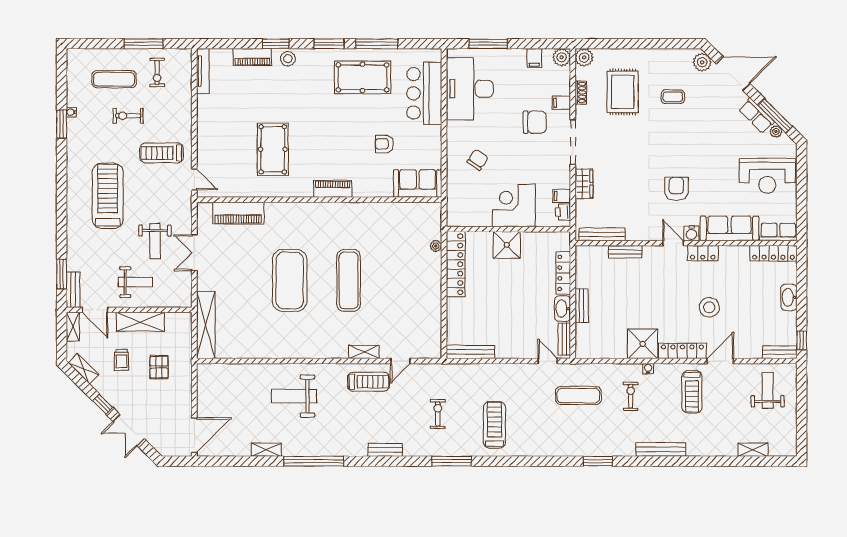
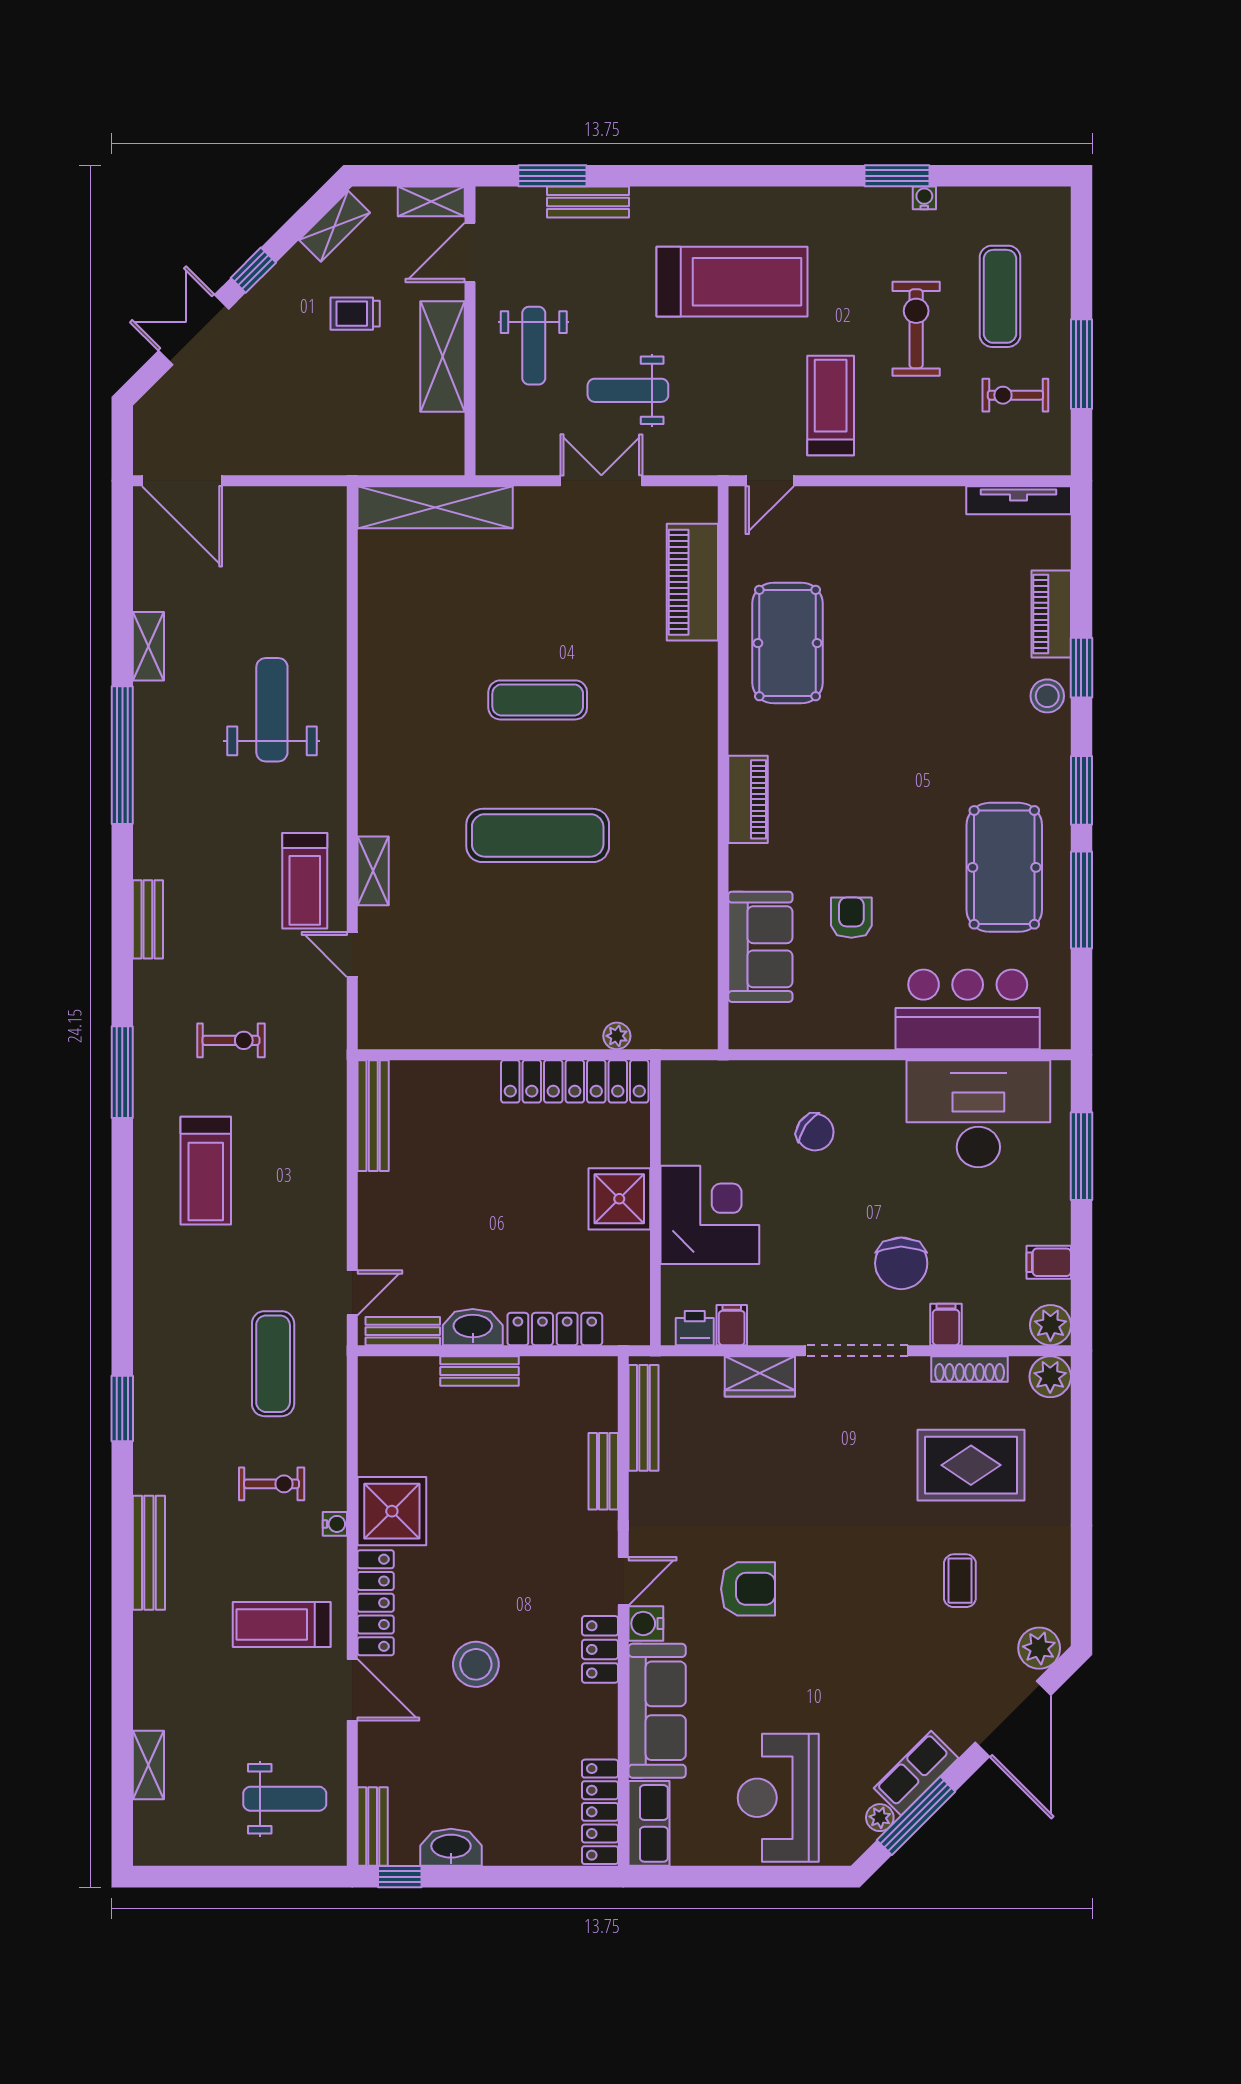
shoe rack: (581, 92) -> (970, 1369), width x1.43
exercise bike: (128, 116) -> (916, 329), width x1.38, depth x1.39
pool table: (273, 149) -> (787, 643), moved, turned 90
sofa: (418, 184) -> (760, 947), moved
exercise mat: (290, 280) -> (538, 700), width x0.50, depth x0.69
bench: (73, 290) -> (588, 202), moved
washbasin: (789, 297) -> (451, 1847), moved
pallet: (159, 367) -> (338, 400), removed
treadmill: (494, 425) -> (206, 1171), turned 90

